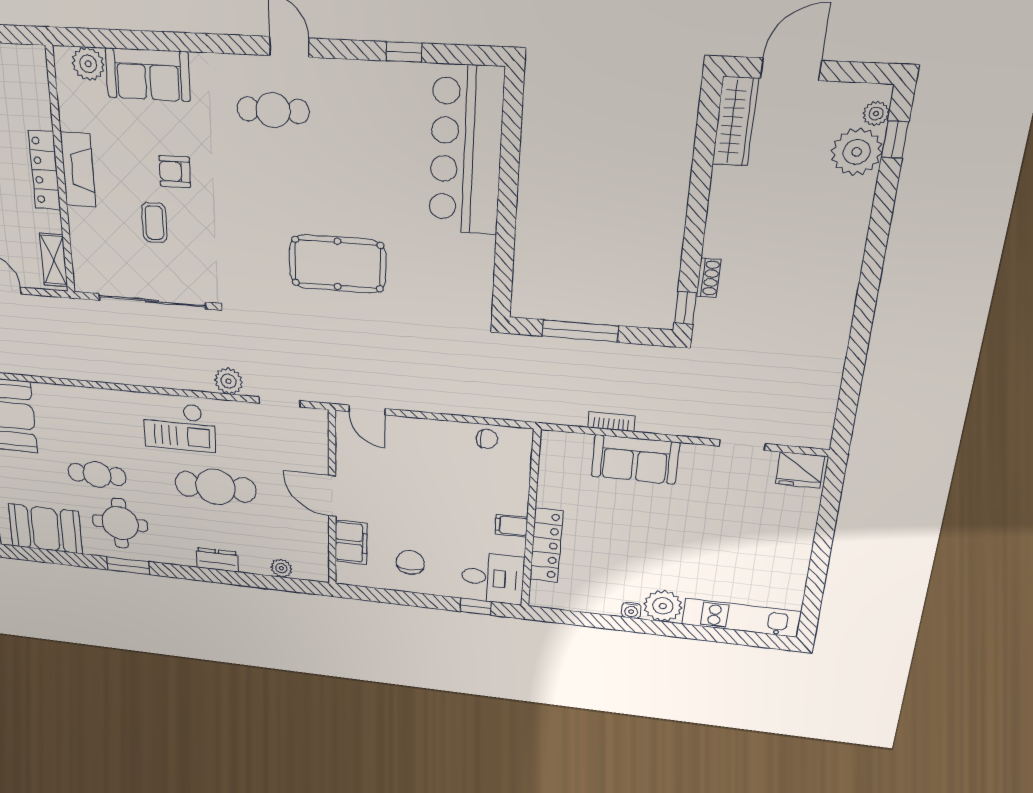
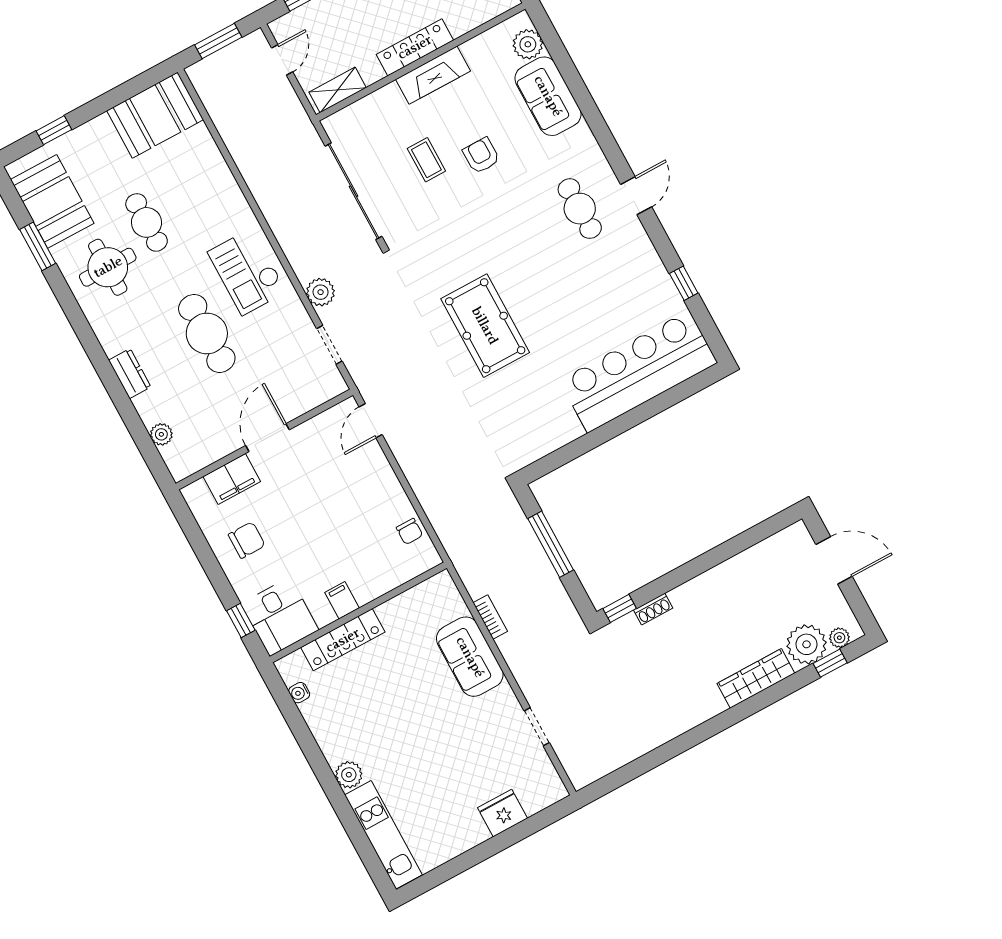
wardrobe: (735, 122) -> (756, 678), moved, turned 180
coffee table: (154, 223) -> (426, 160), turned 90
fridge: (800, 470) -> (502, 813), moved, turned 90
window: (128, 566) -> (38, 246), moved
plant: (663, 606) -> (349, 775), width x0.73, depth x0.73
water cooler: (631, 610) -> (299, 693), moved

